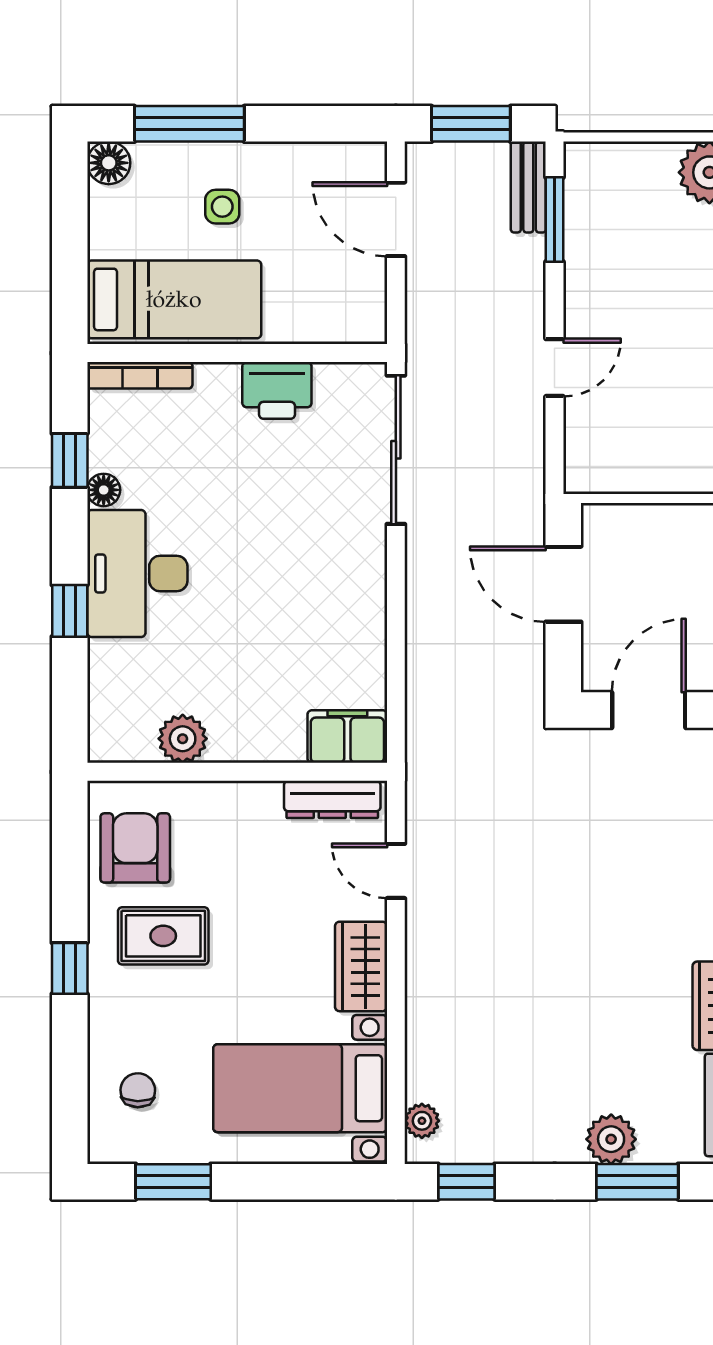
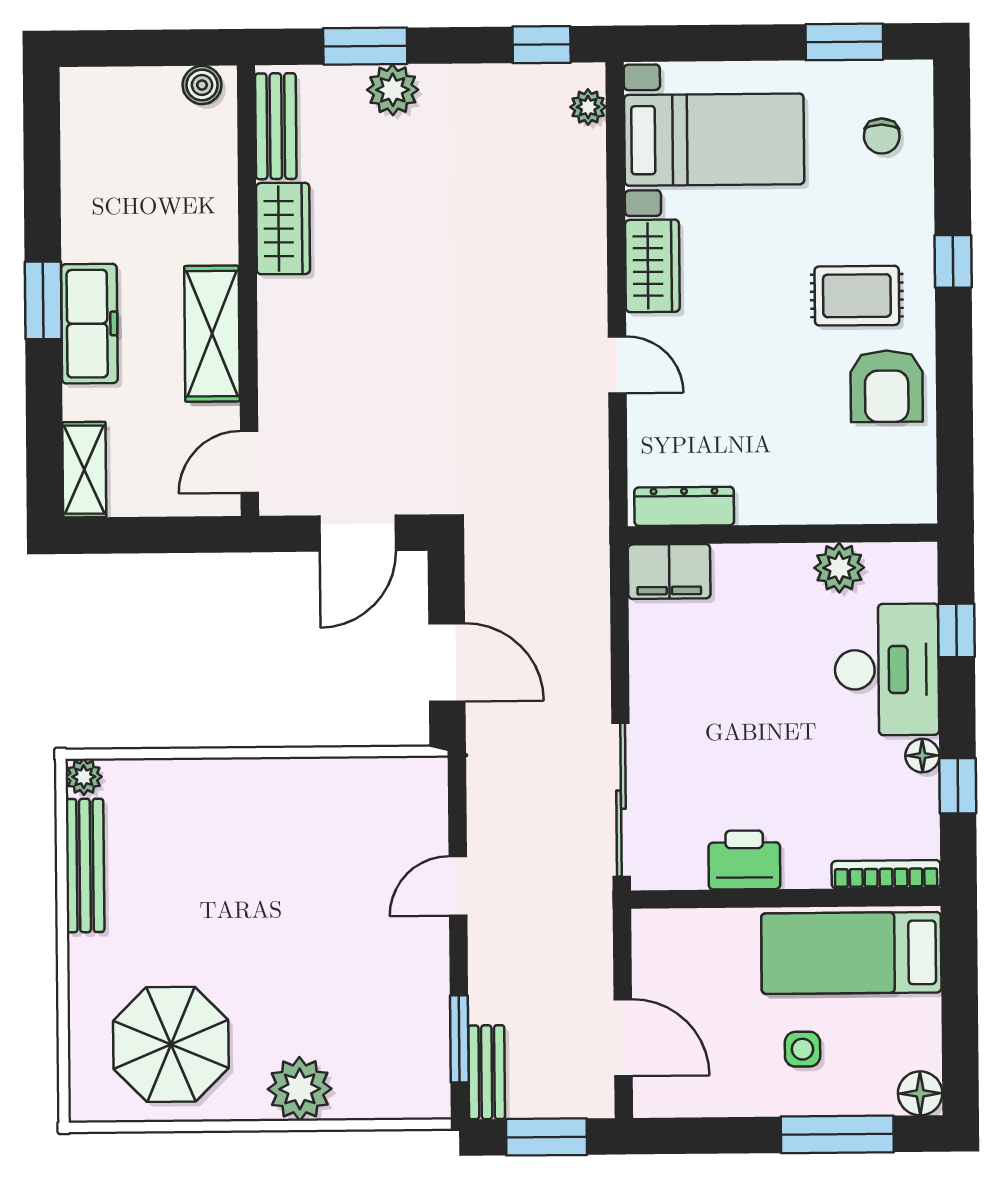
filing cabinet: (347, 736) -> (669, 571), moved
plant: (183, 739) -> (839, 568), moved
wall: (237, 772) -> (783, 534), moved
dresser: (332, 799) -> (684, 506), moved

